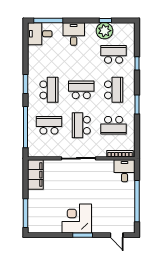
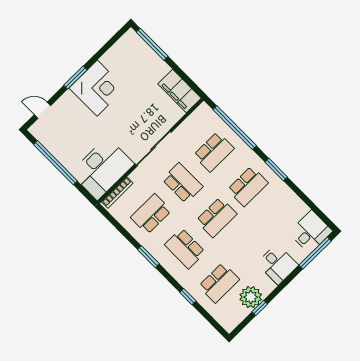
school desk: (49, 90) -> (248, 186), turned -90
desk: (125, 171) -> (102, 168), width x1.87, depth x1.30

